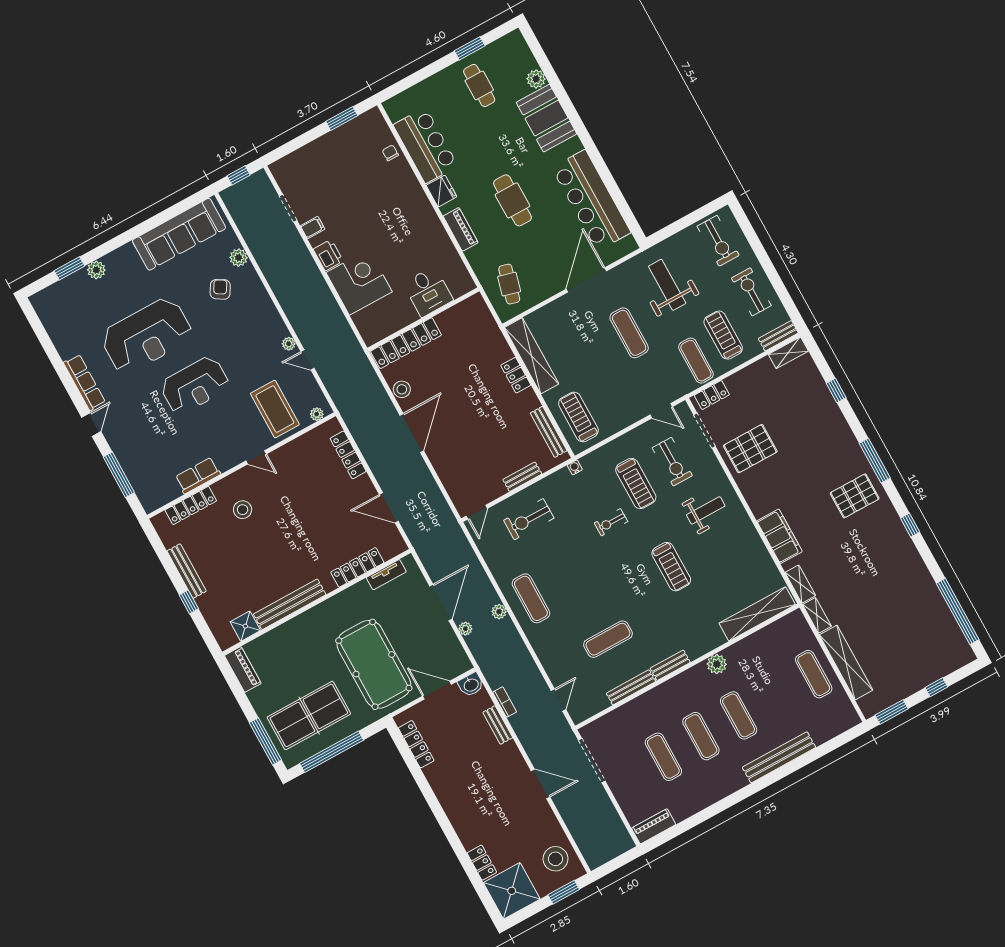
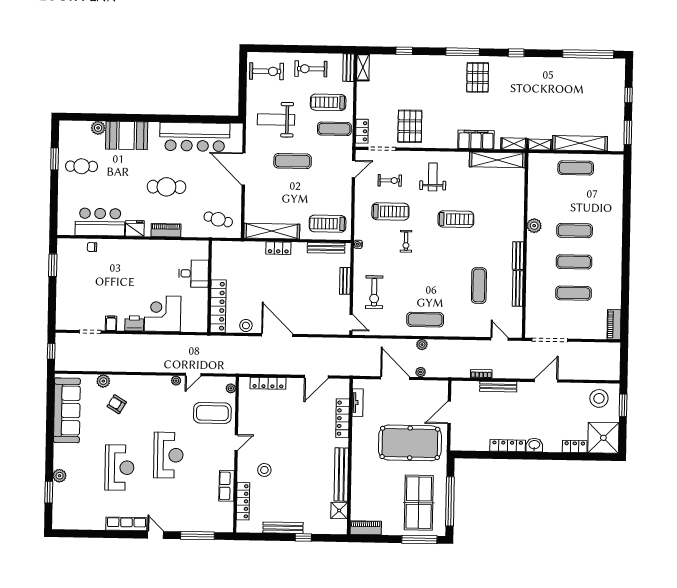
reception desk: (147, 336) -> (119, 468), width x0.74, depth x0.77
exercise bike: (672, 462) -> (390, 180), width x0.73, depth x0.72
shelving: (757, 614) -> (497, 160), moved, turned 90
washbasin: (471, 685) -> (534, 445), moved, turned -90
bench: (498, 725) -> (498, 387), width x1.36
locker: (416, 744) -> (508, 446), moved
bench: (779, 757) -> (616, 220), removed

